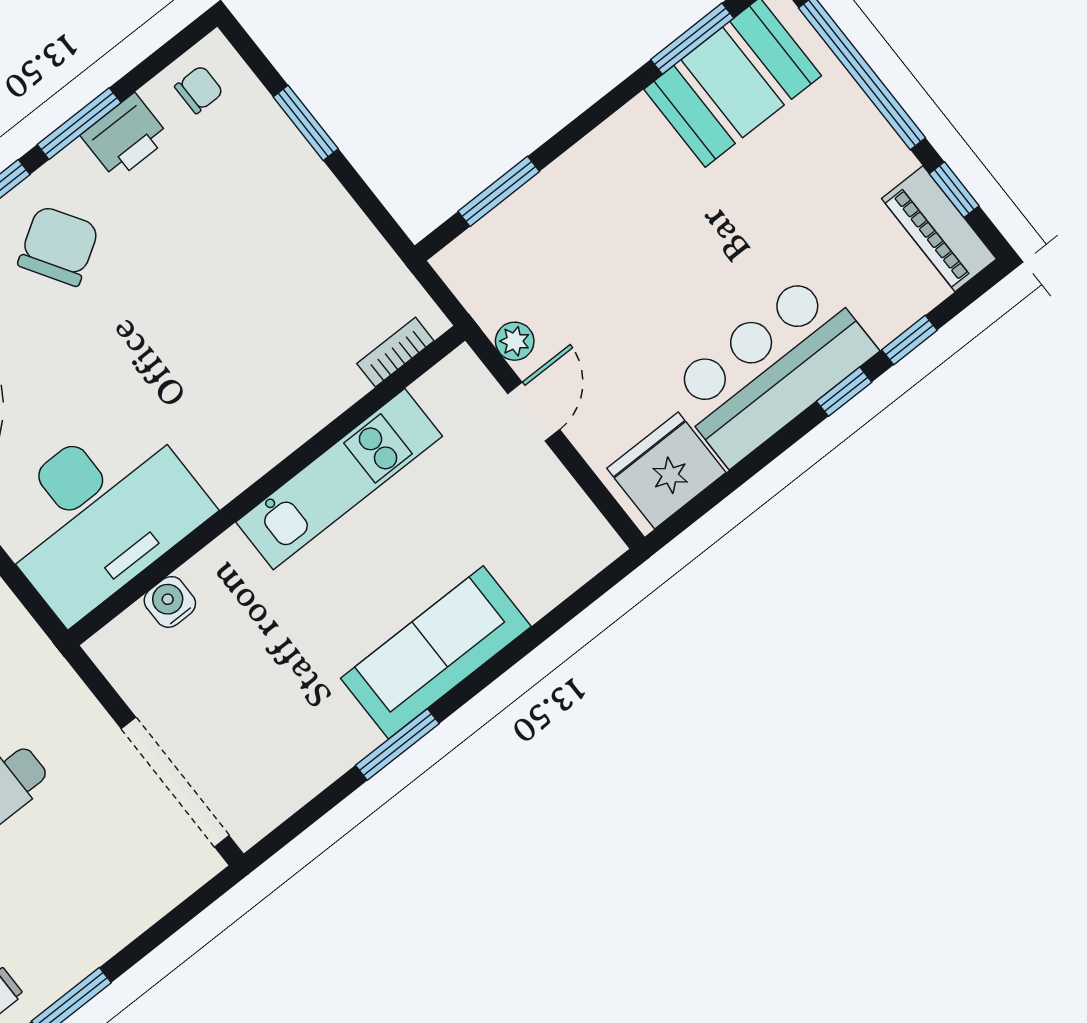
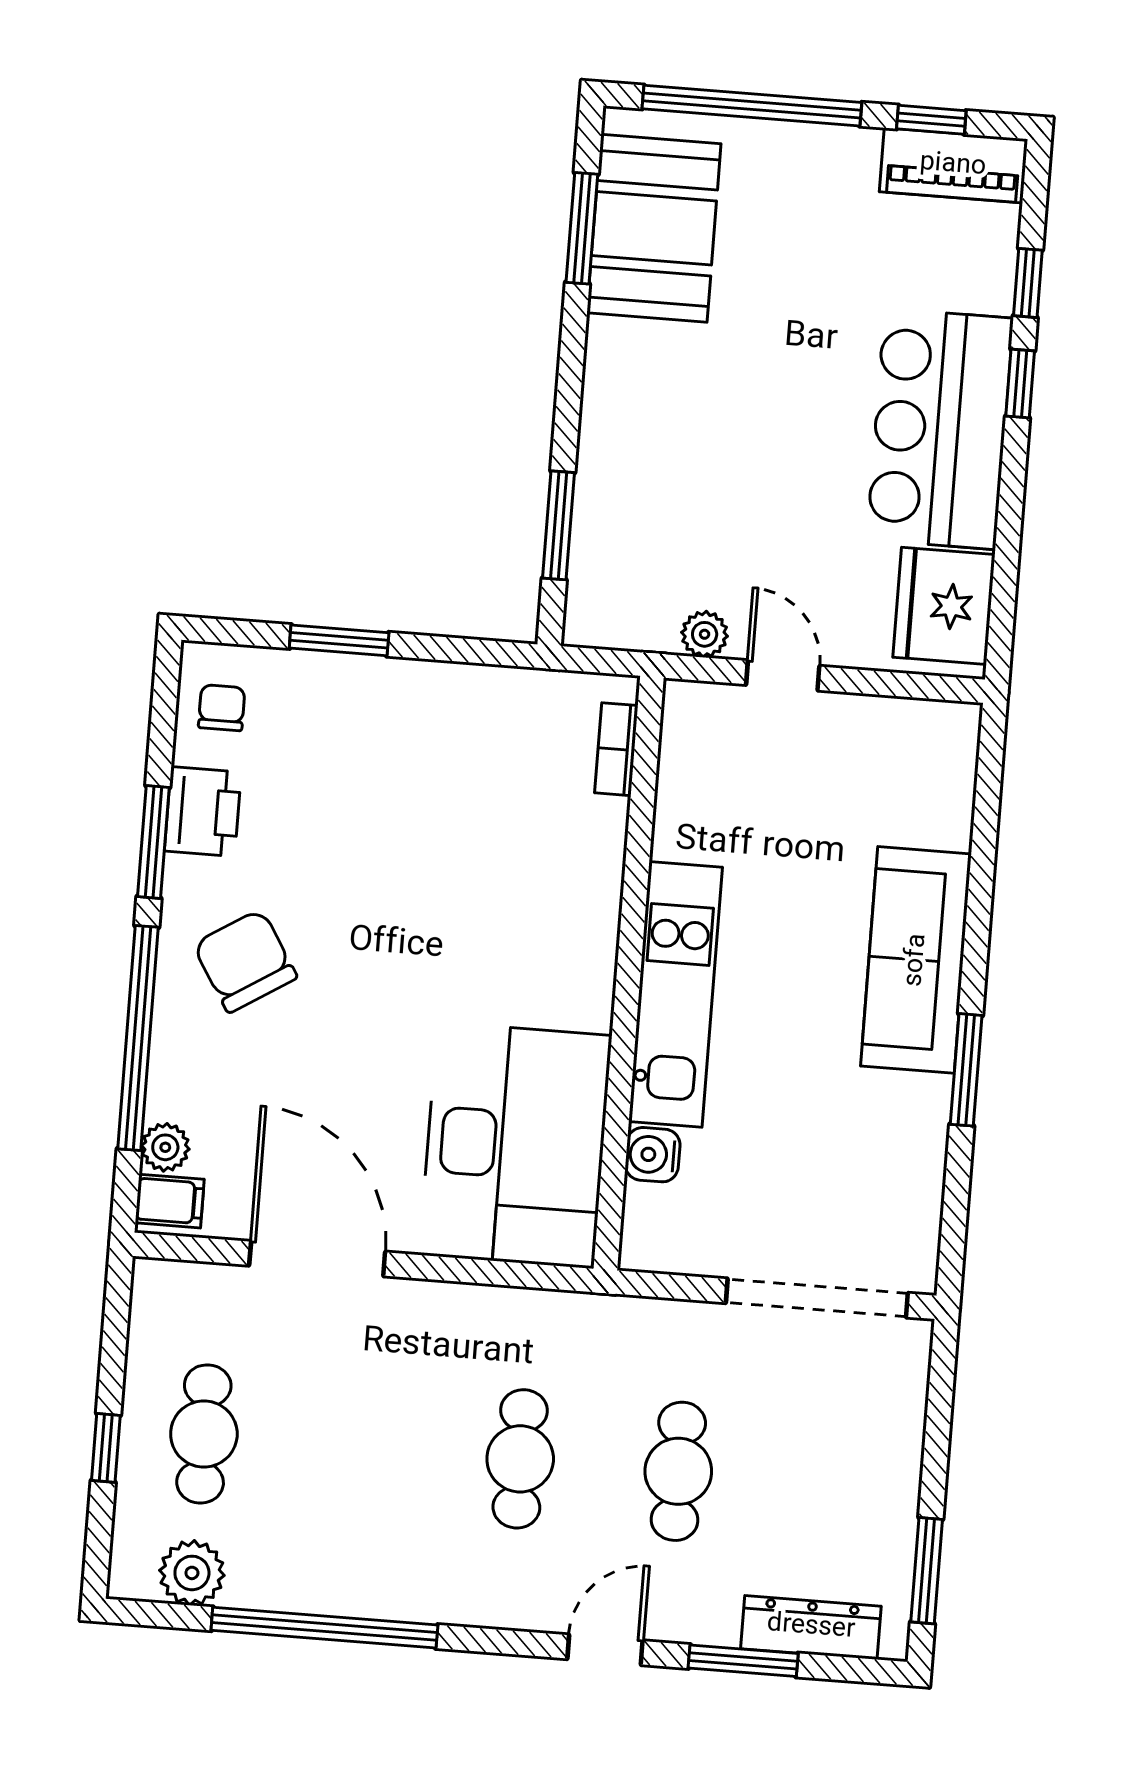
kitchen unit: (339, 479) -> (676, 994), moved

